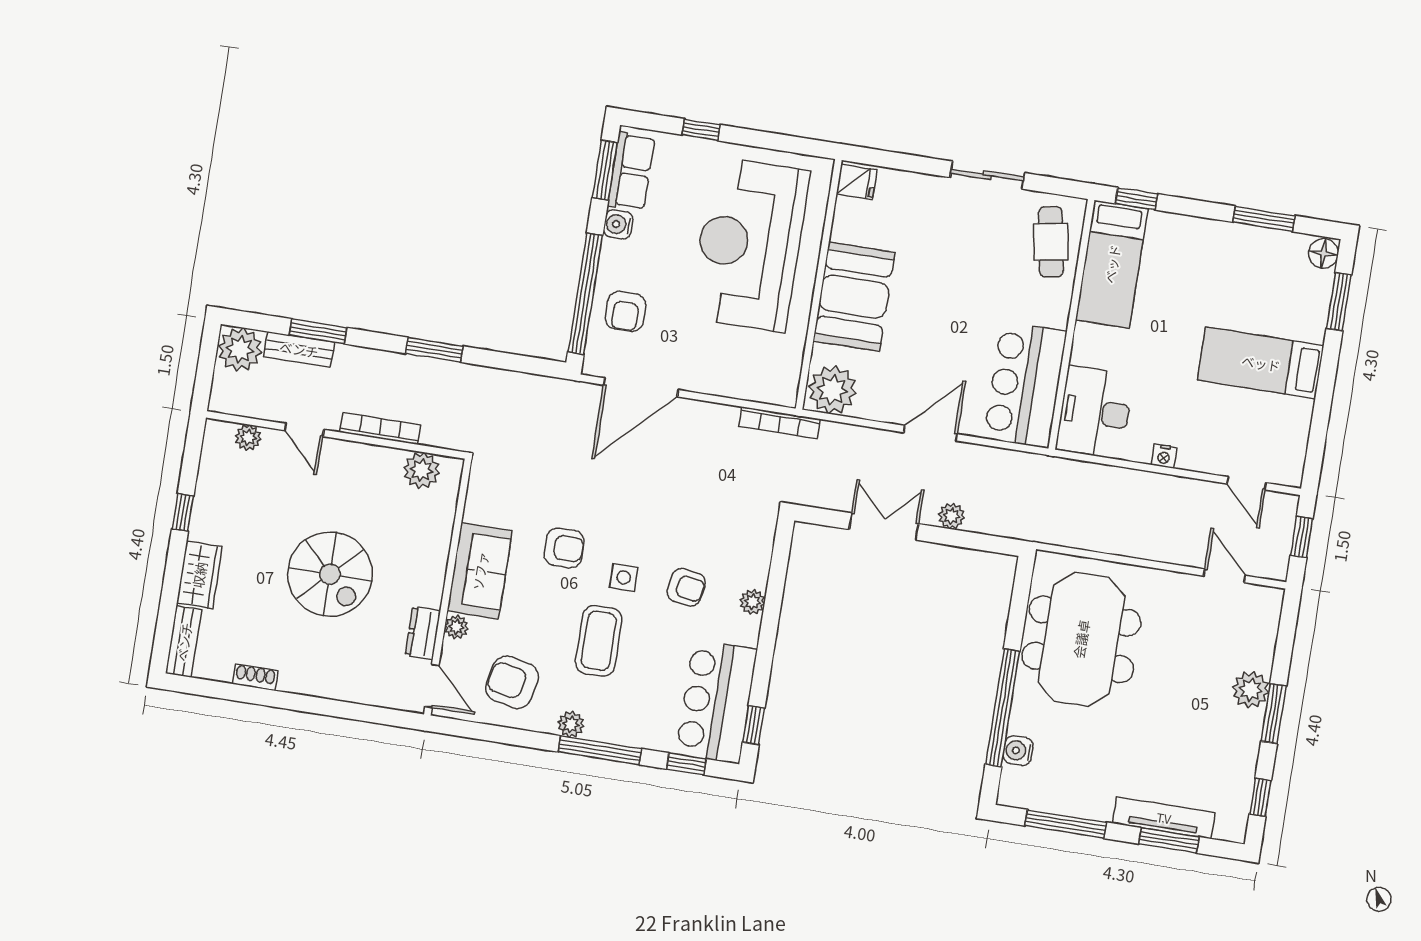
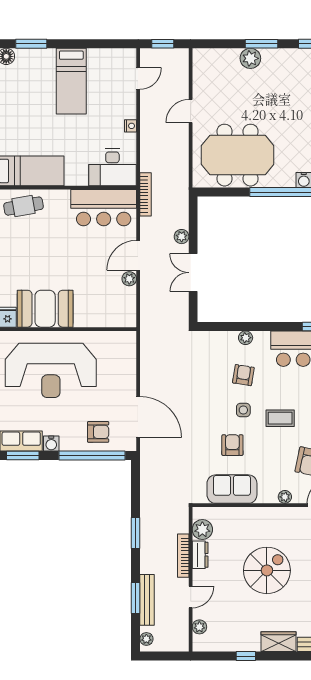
booth: (854, 297) -> (45, 309), moved
plant: (240, 349) -> (146, 639), width x0.53, depth x0.53
bench: (299, 349) -> (147, 600), width x1.36
plant: (832, 390) -> (129, 279), moved, width x0.53, depth x0.53
bookcase: (779, 423) -> (146, 194), moved
door: (930, 433) -> (138, 255), hinge flipped
sofa: (480, 571) -> (232, 489), moved
door: (1224, 576) -> (191, 111), moved
dresser: (423, 633) -> (200, 555), moved, turned -90
coffee table: (599, 641) -> (280, 418), width x0.73, depth x0.77

